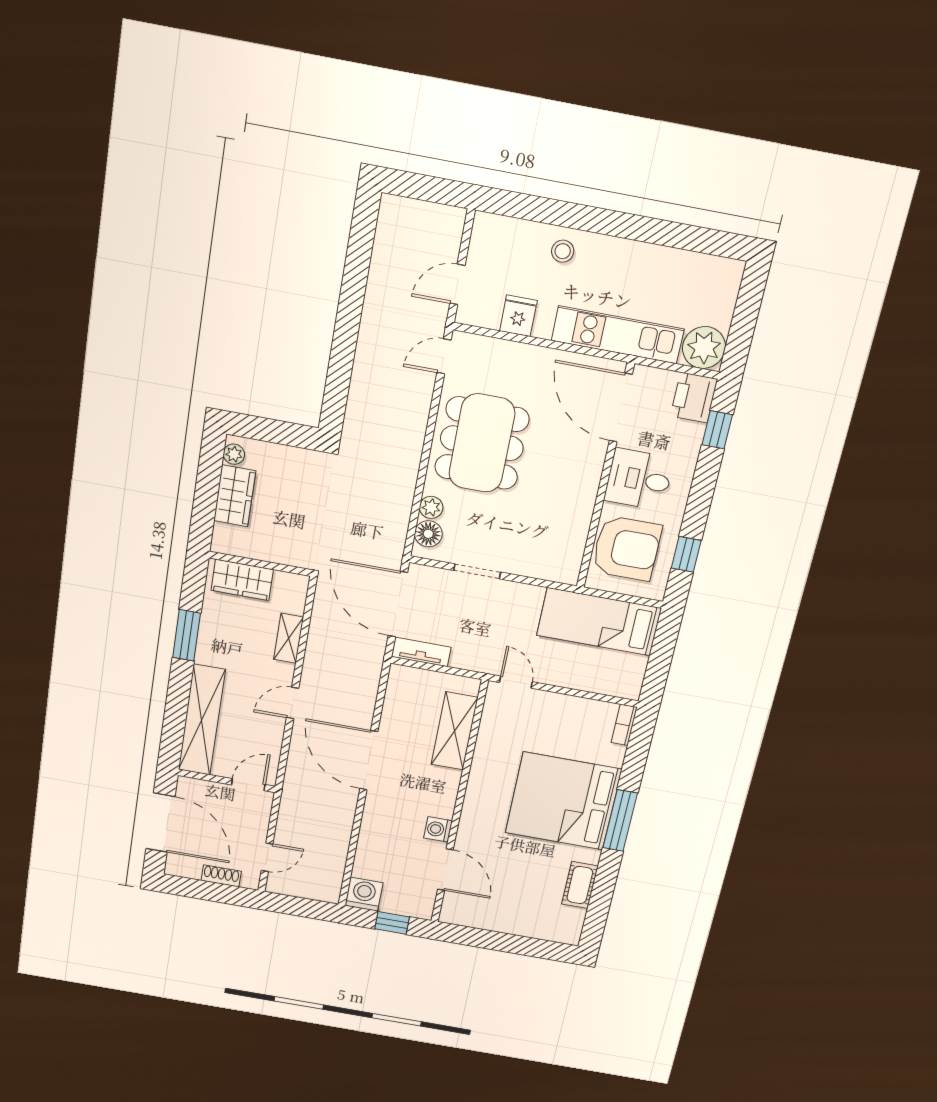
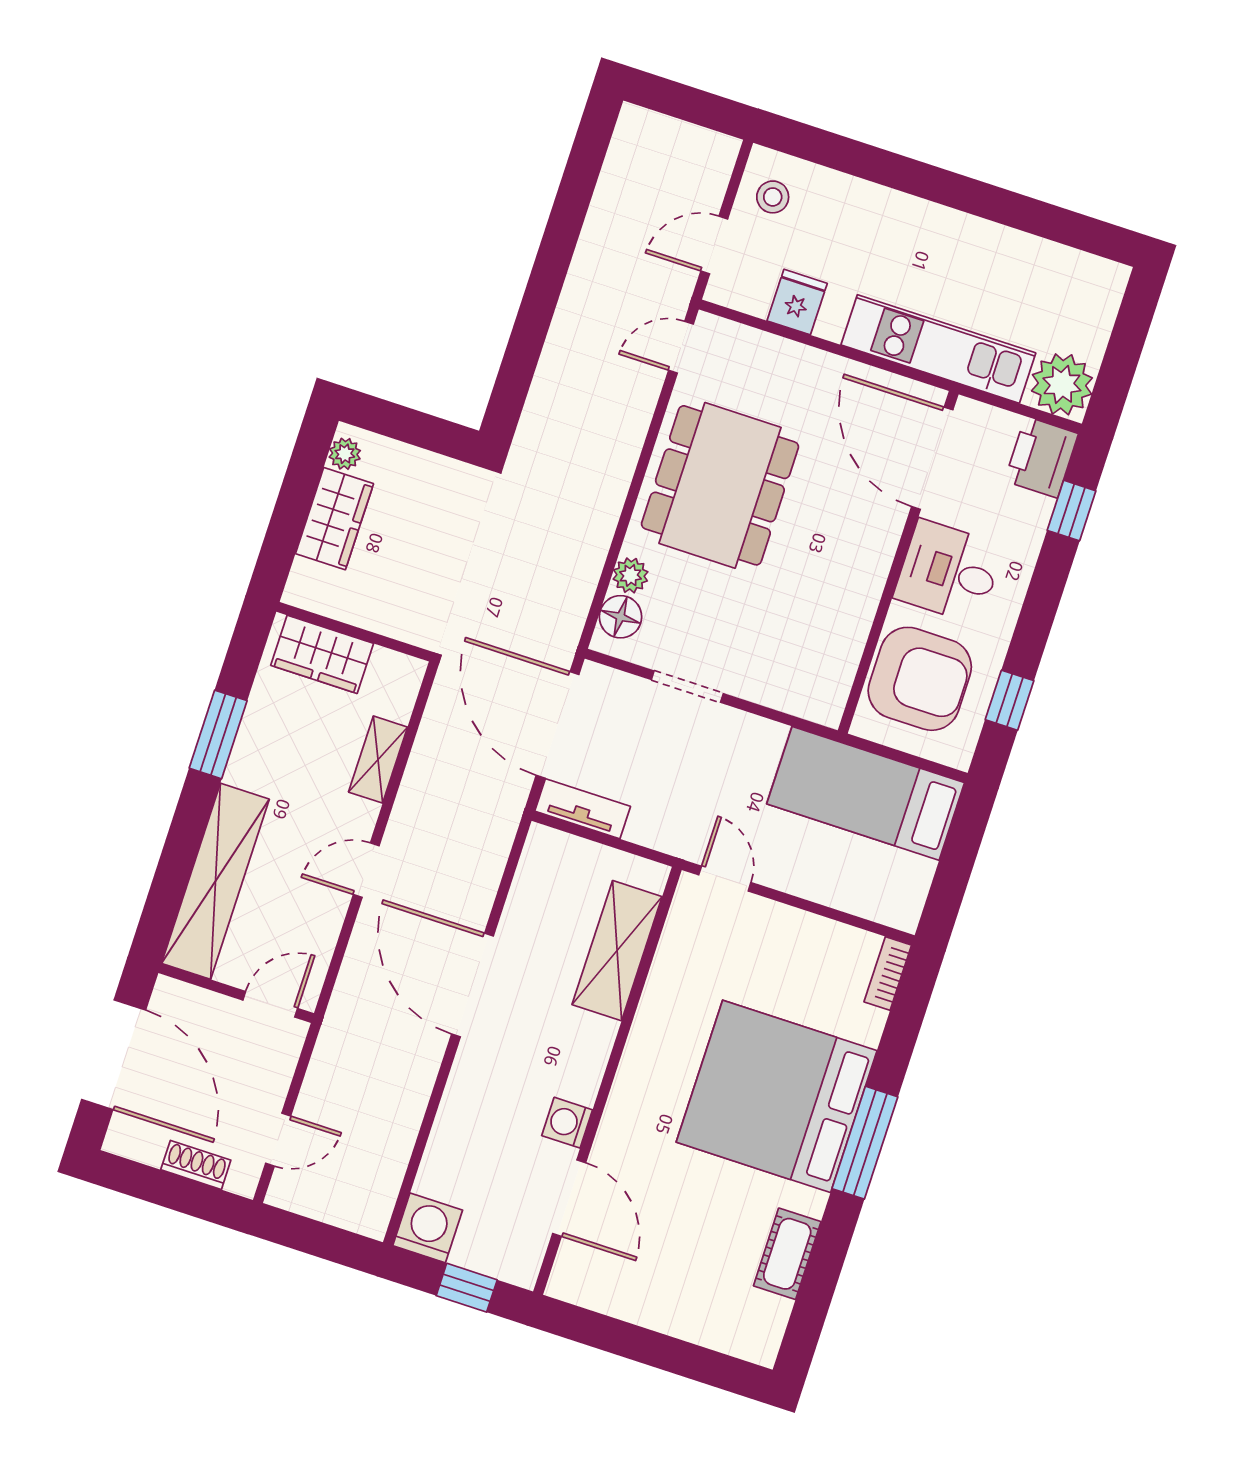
stool: (563, 251) -> (773, 197), moved

